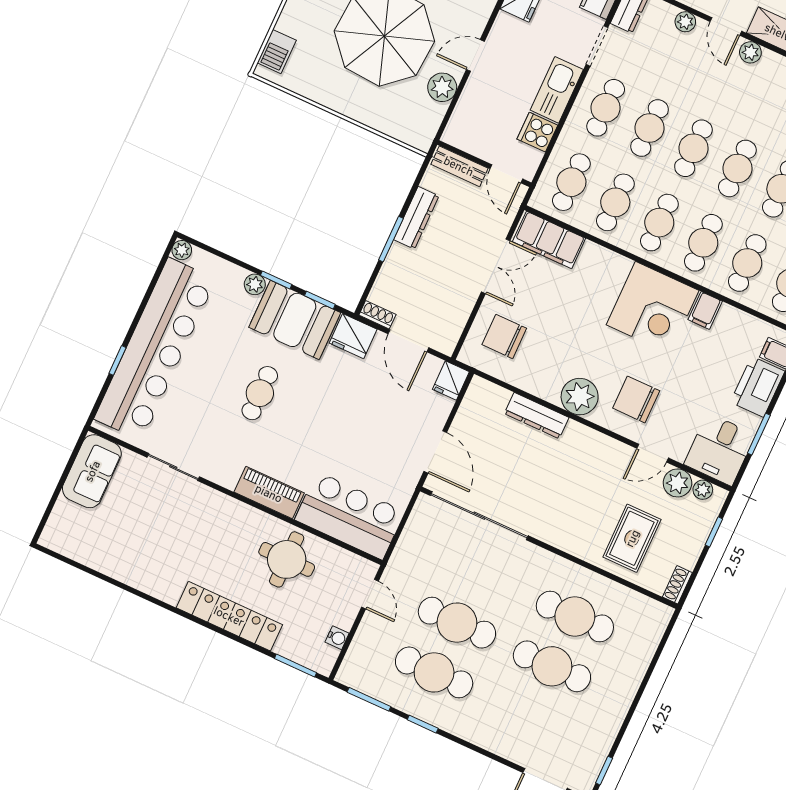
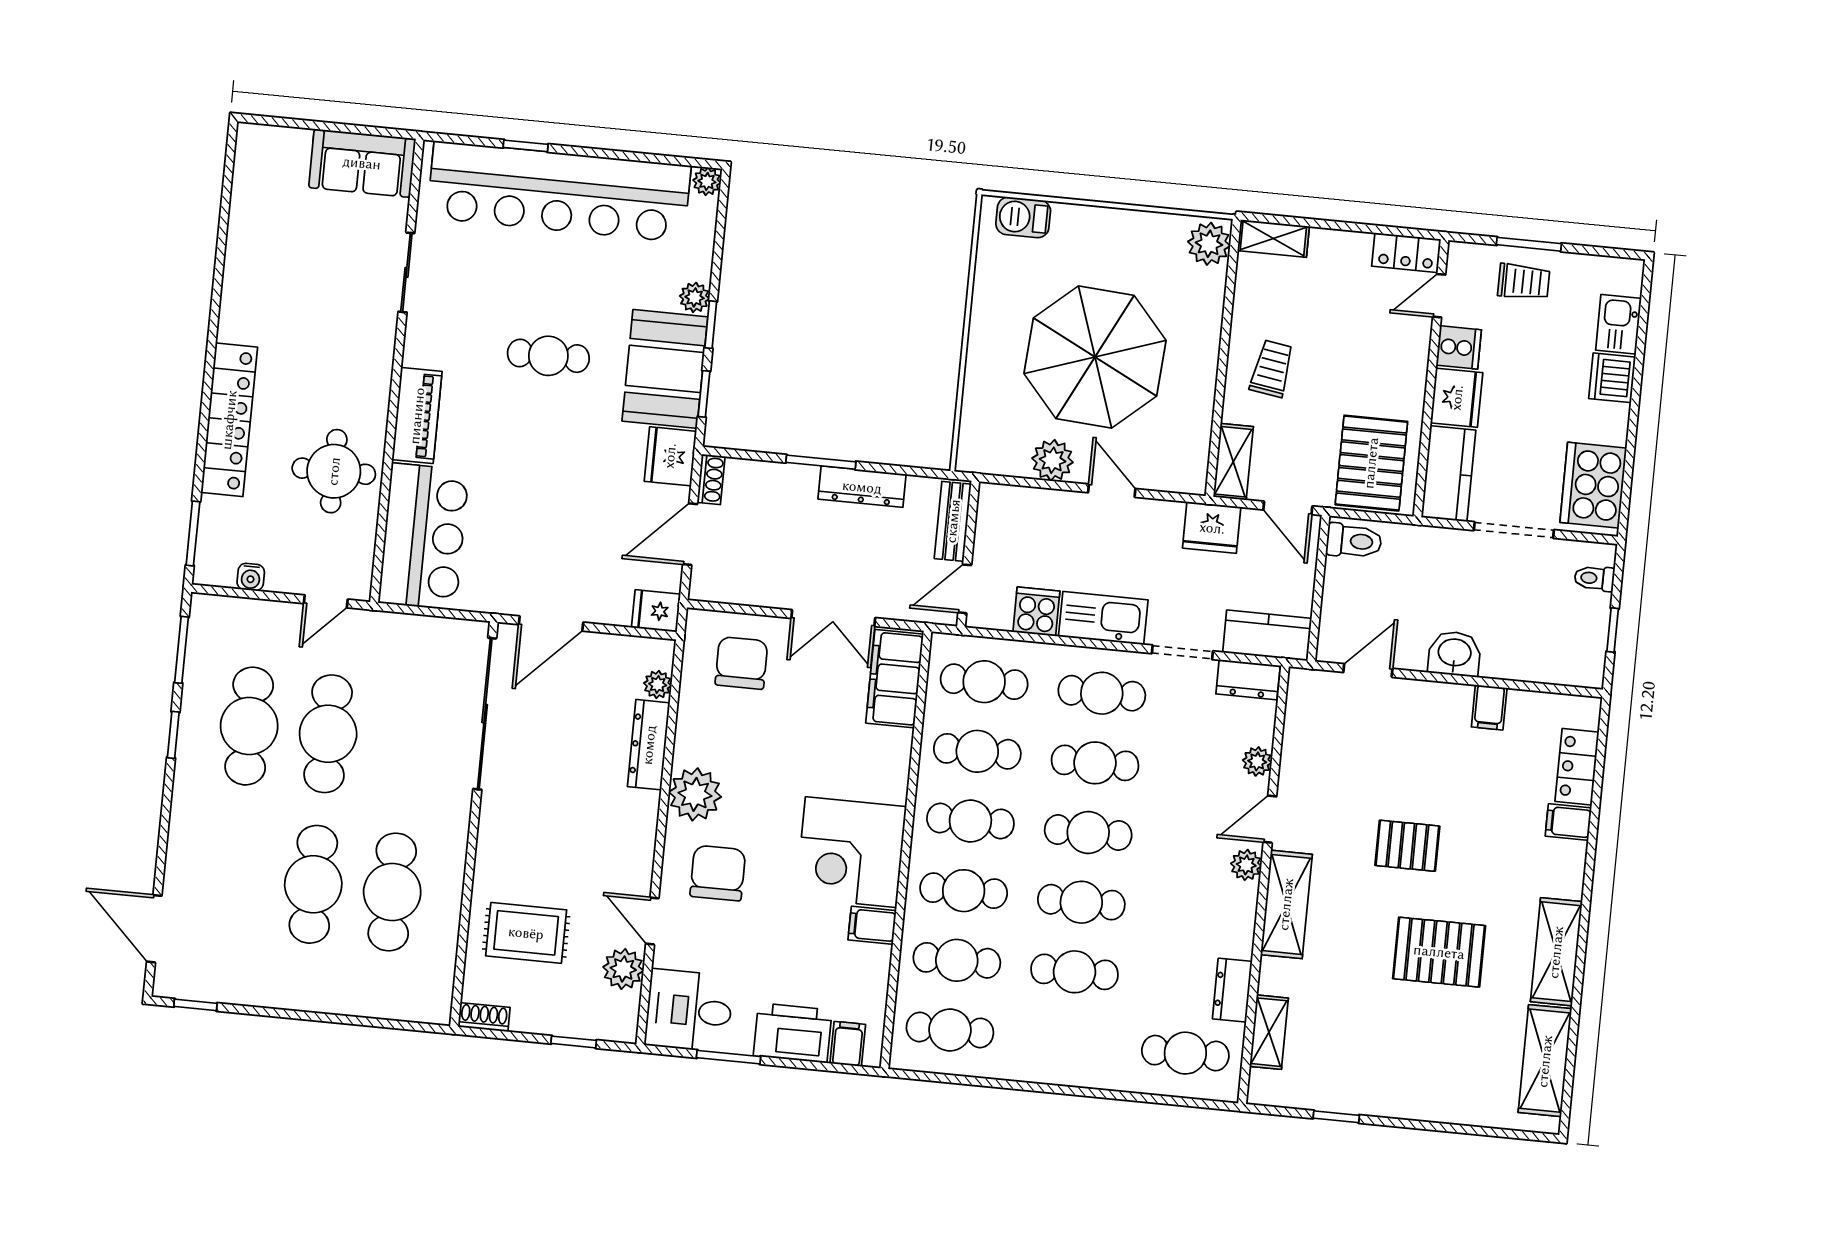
plant: (703, 490) -> (658, 684), moved

